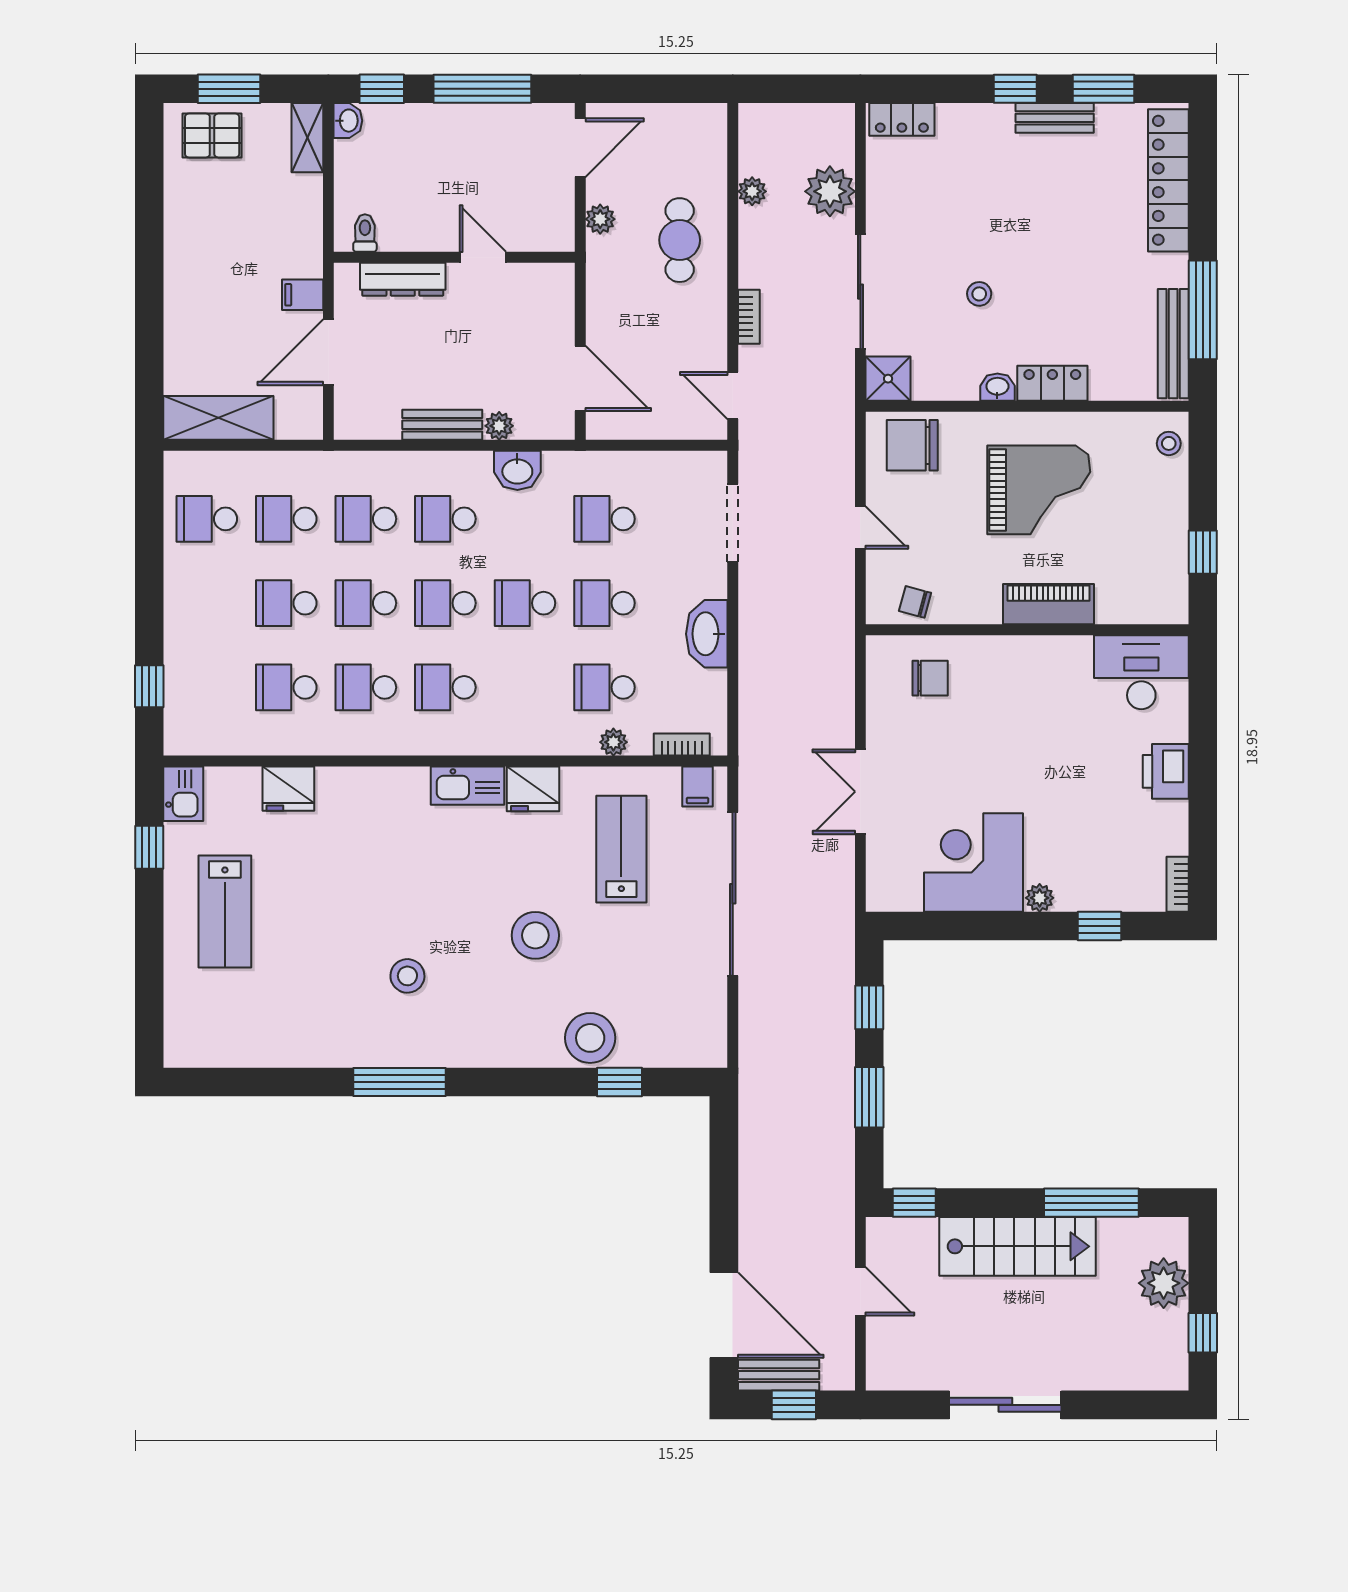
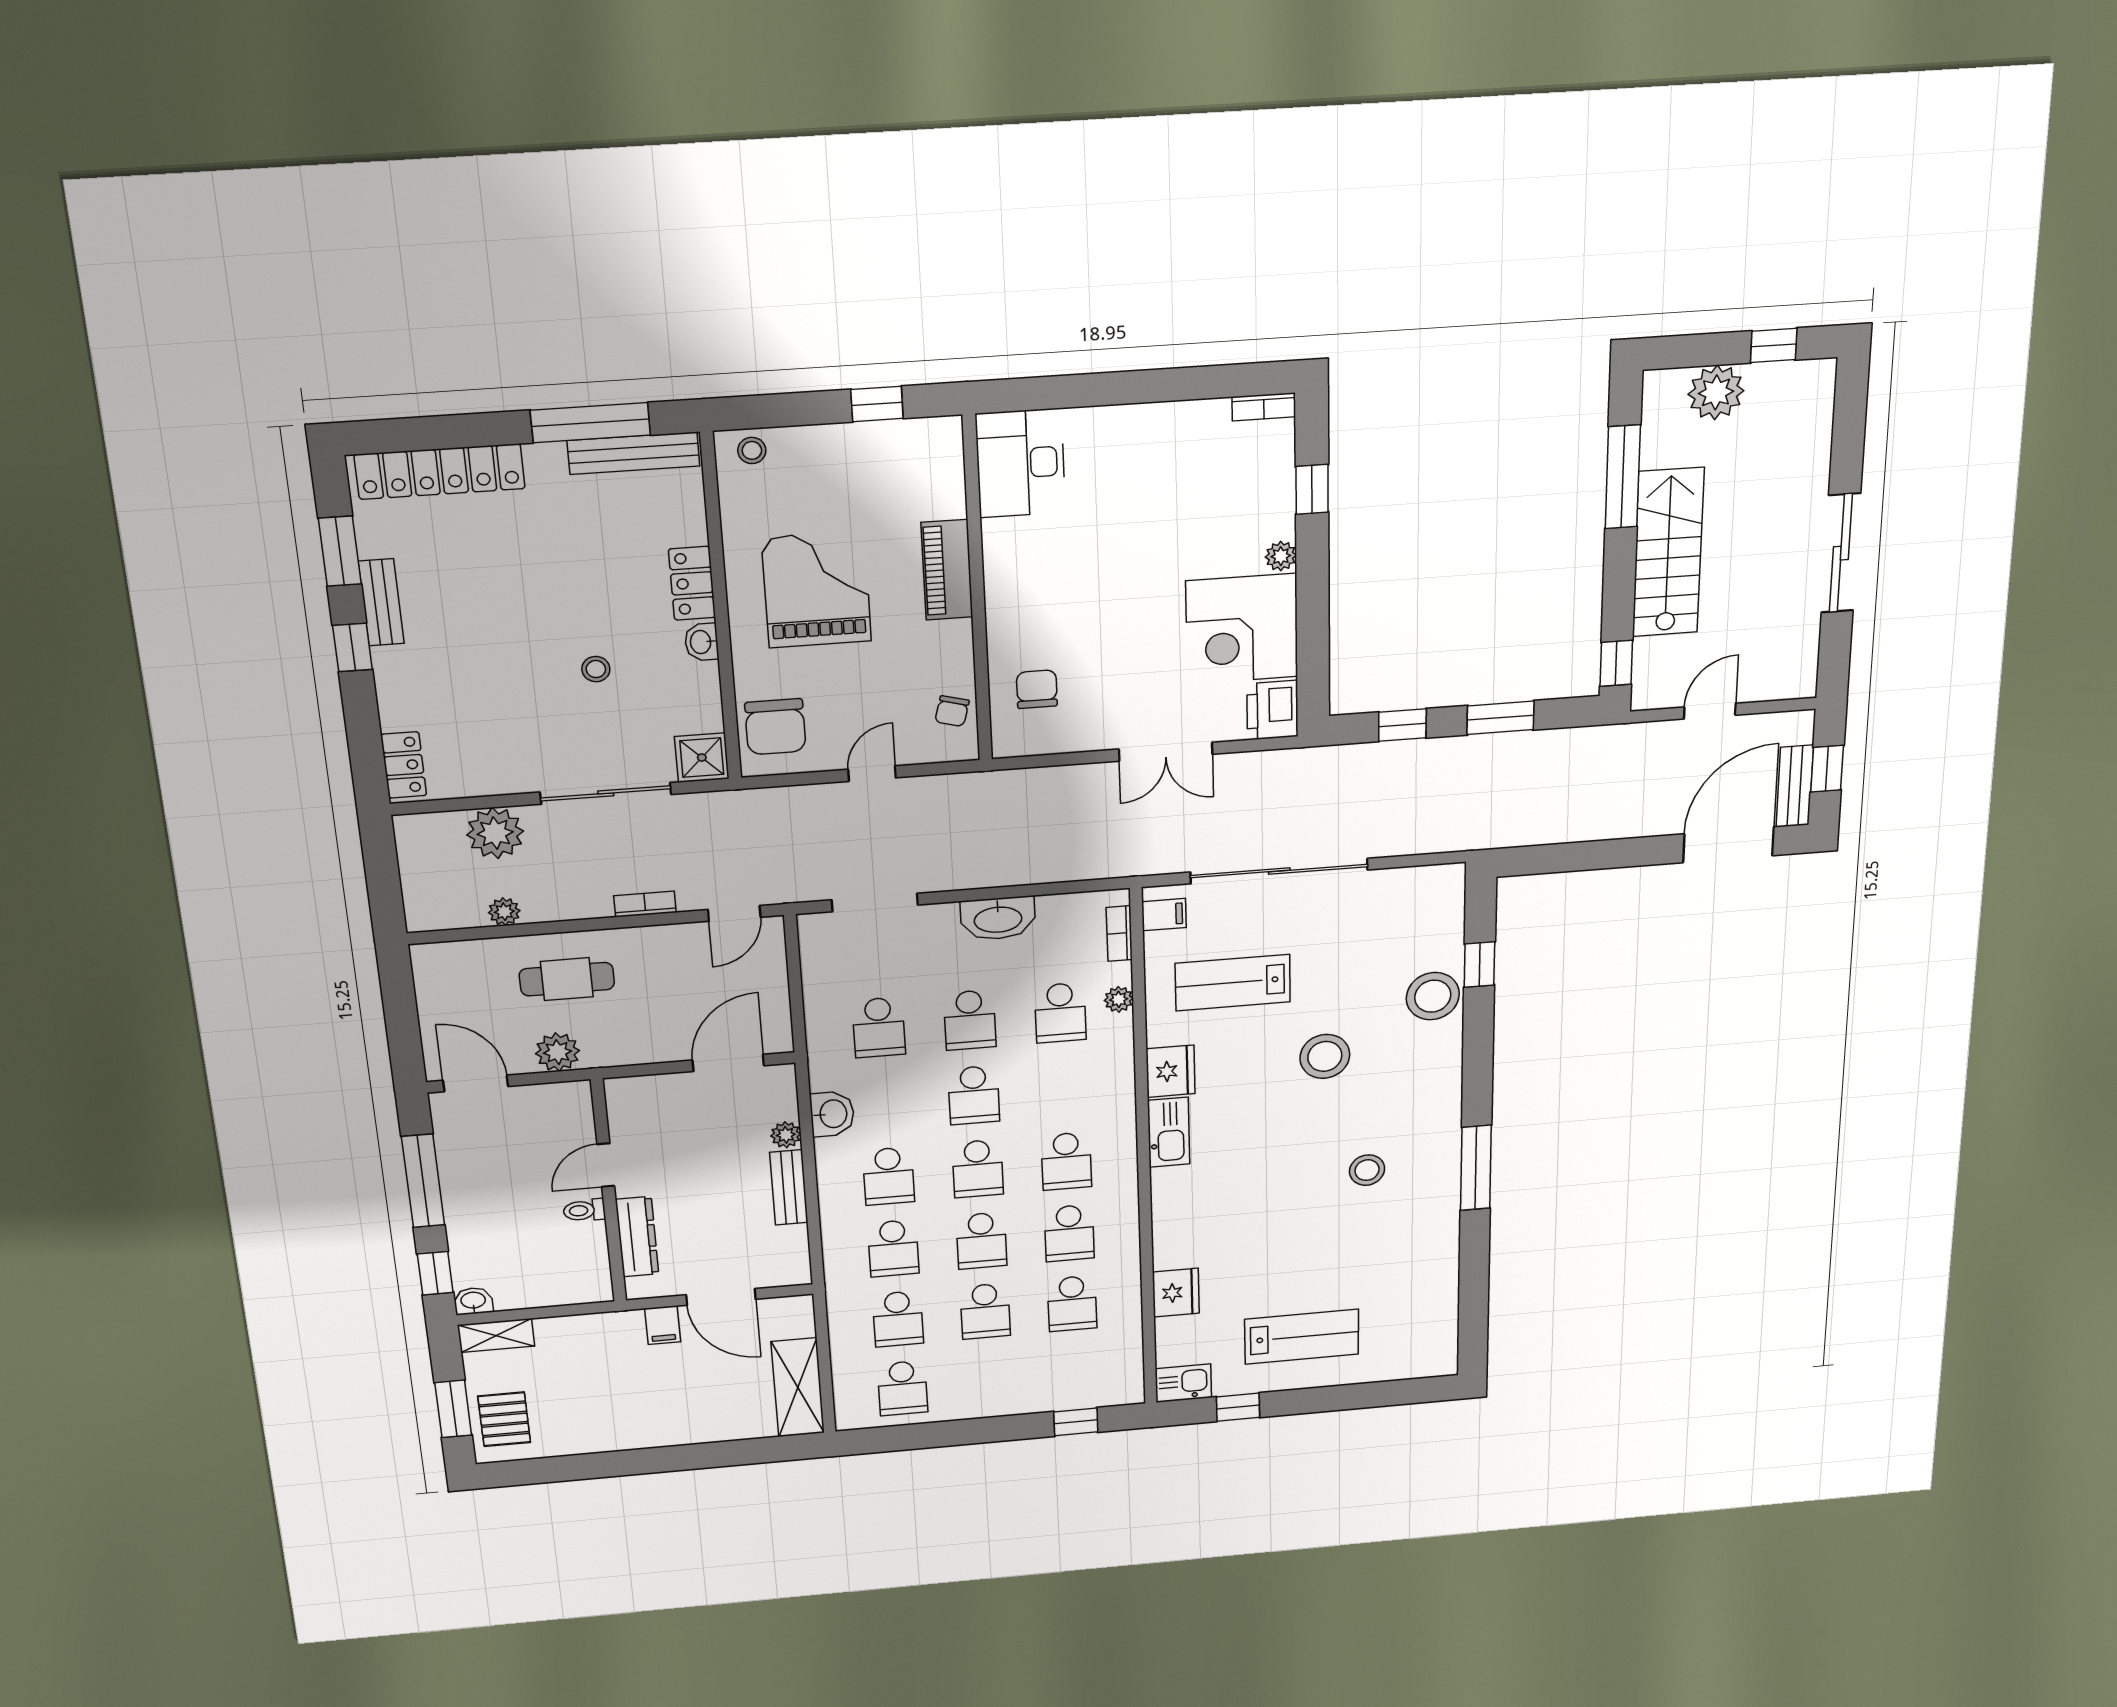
plant: (600, 219) -> (558, 1052), width x1.38, depth x1.38
toilet: (365, 233) -> (584, 1210), moved
printer: (1166, 771) -> (1272, 710), moved, turned 90

